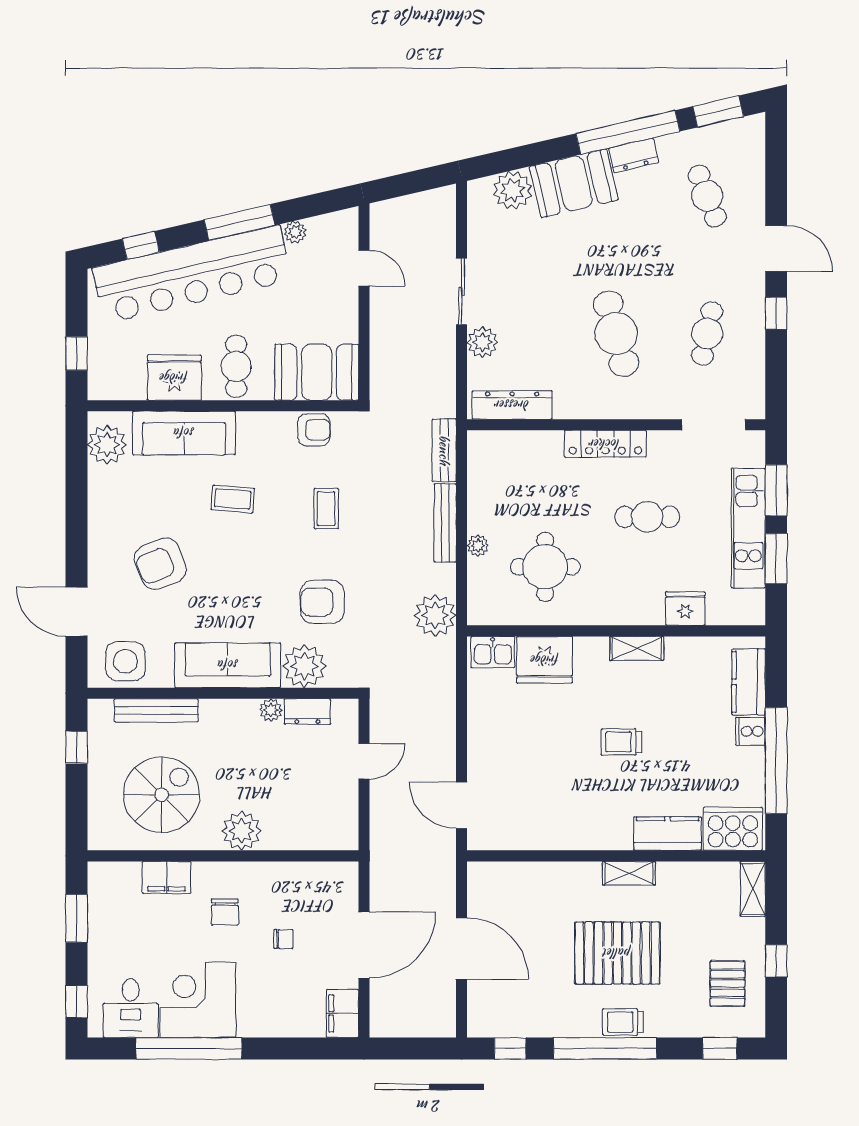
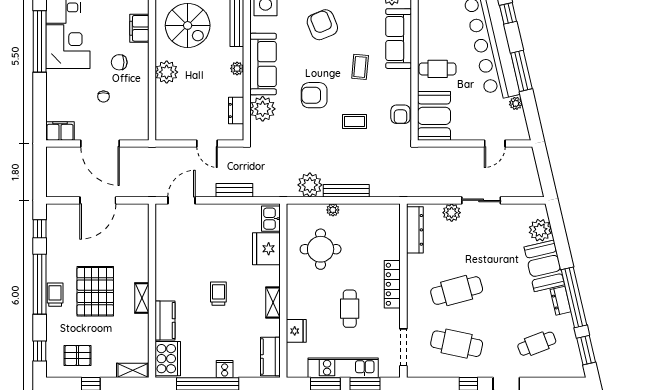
cafe table: (707, 334) -> (457, 344), width x1.37, depth x1.35
fridge: (174, 378) -> (431, 33), removed
bench: (444, 450) -> (234, 190), moved
armchair: (322, 602) -> (314, 95), moved, turned -90
plant: (435, 615) -> (310, 185), moved
kitchen counter: (749, 682) -> (270, 357), moved, turned -90
plant: (271, 710) -> (237, 68), moved

